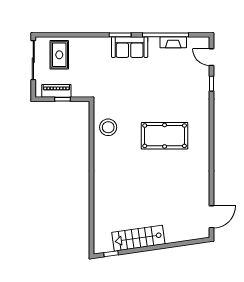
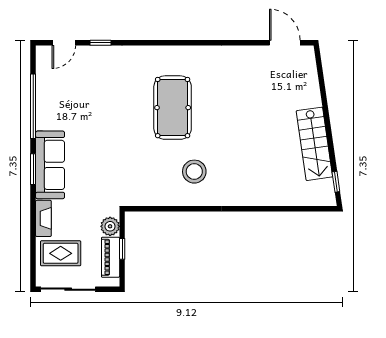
fireplace: (173, 42) -> (43, 218), moved
sofa: (130, 47) -> (50, 165), width x1.36
plant: (79, 91) -> (110, 226), added
stool: (108, 127) -> (194, 172), moved

